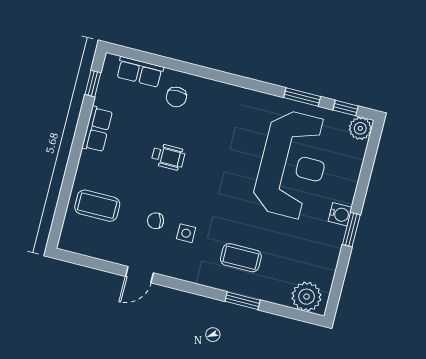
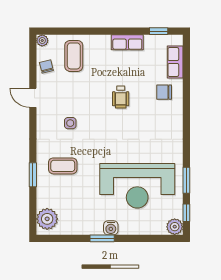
chair: (156, 221) -> (46, 67), moved
plant: (66, 243) -> (42, 41), added
coffee table: (241, 258) -> (63, 166), turned 90

